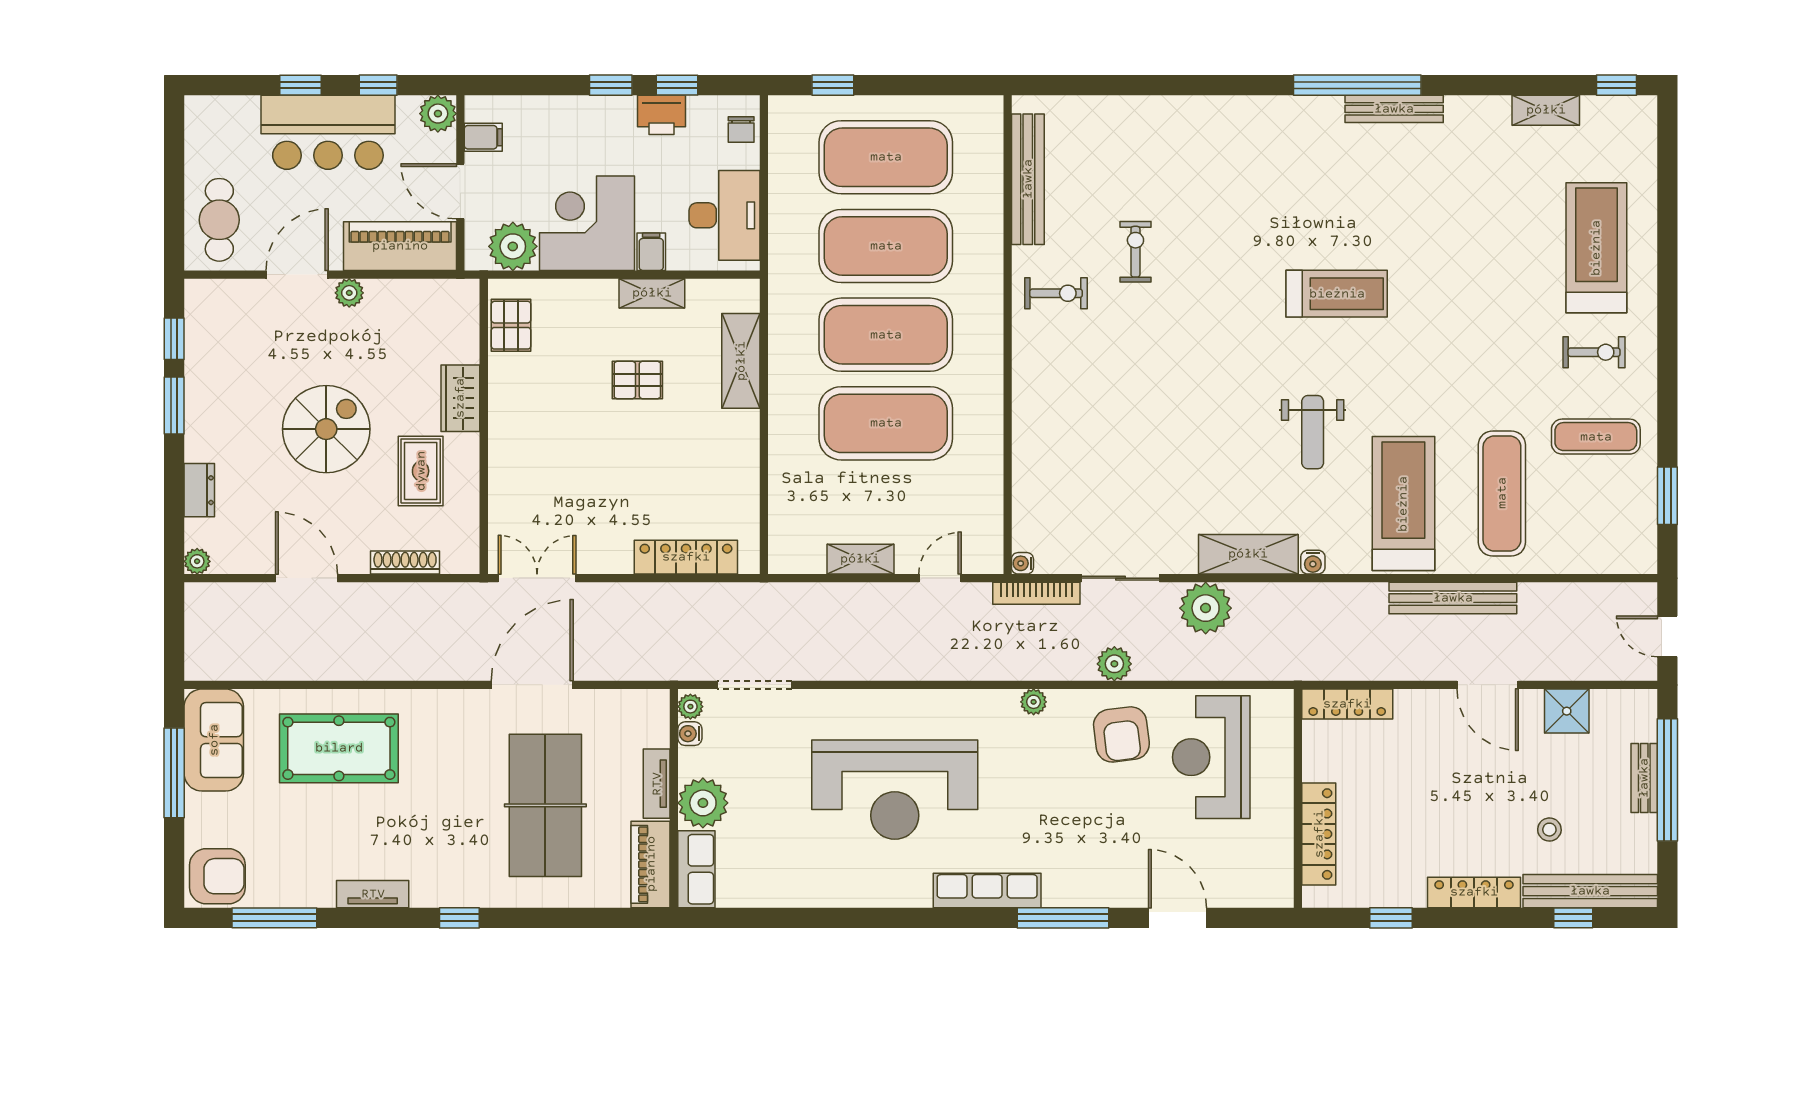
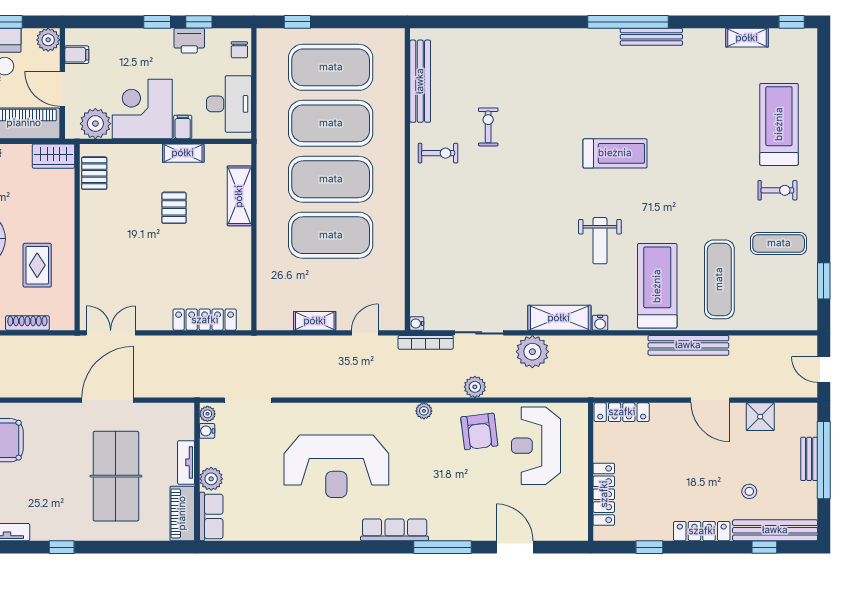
pallet: (637, 380) -> (174, 208), turned 90
wardrobe: (460, 398) -> (53, 156), moved, turned -90
plant: (703, 803) -> (211, 479), width x0.73, depth x0.73

